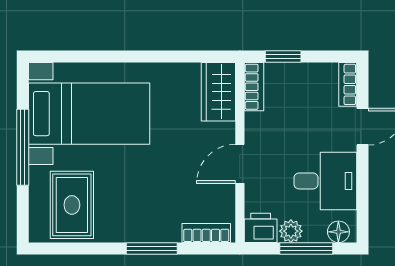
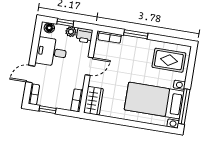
window: (283, 57) -> (48, 110), moved
window: (23, 147) -> (184, 106), moved
rug: (72, 205) -> (169, 60), turned 90
window: (306, 249) -> (65, 23), width x0.67

